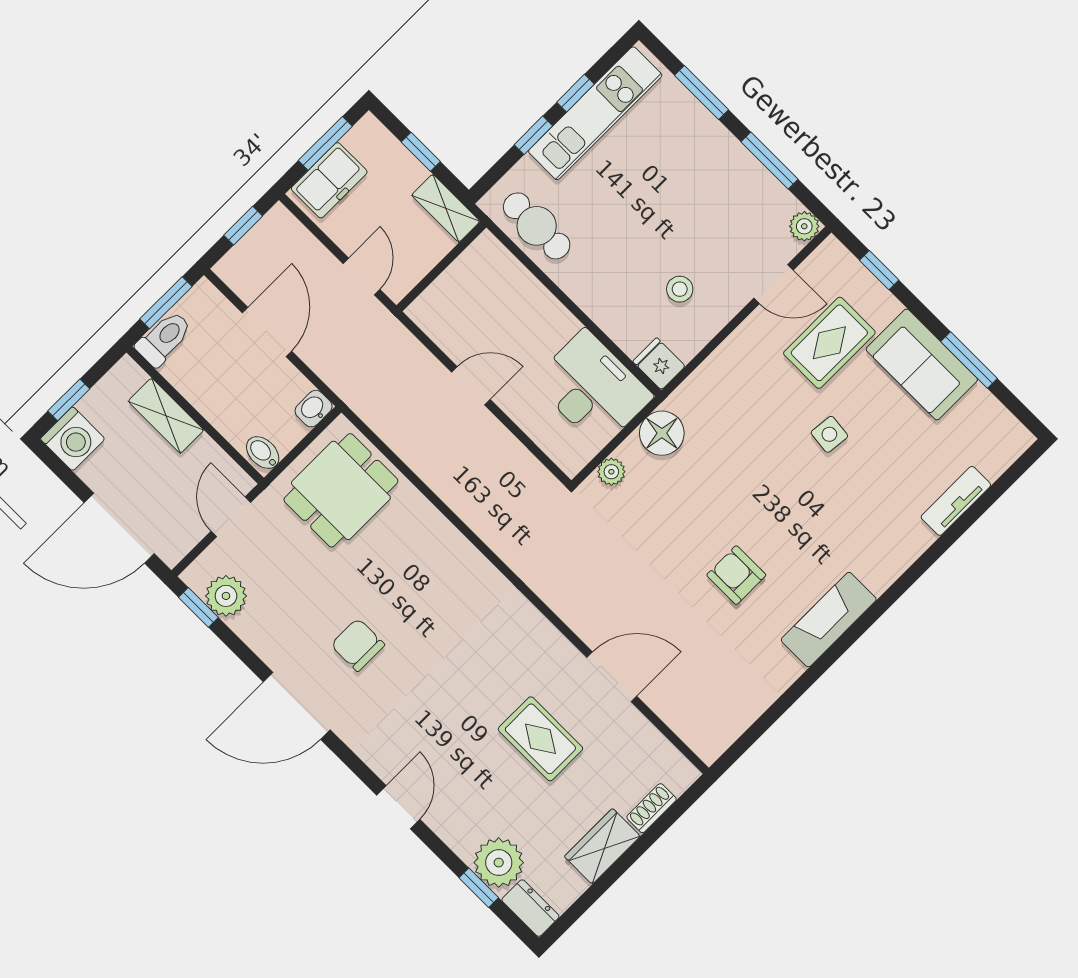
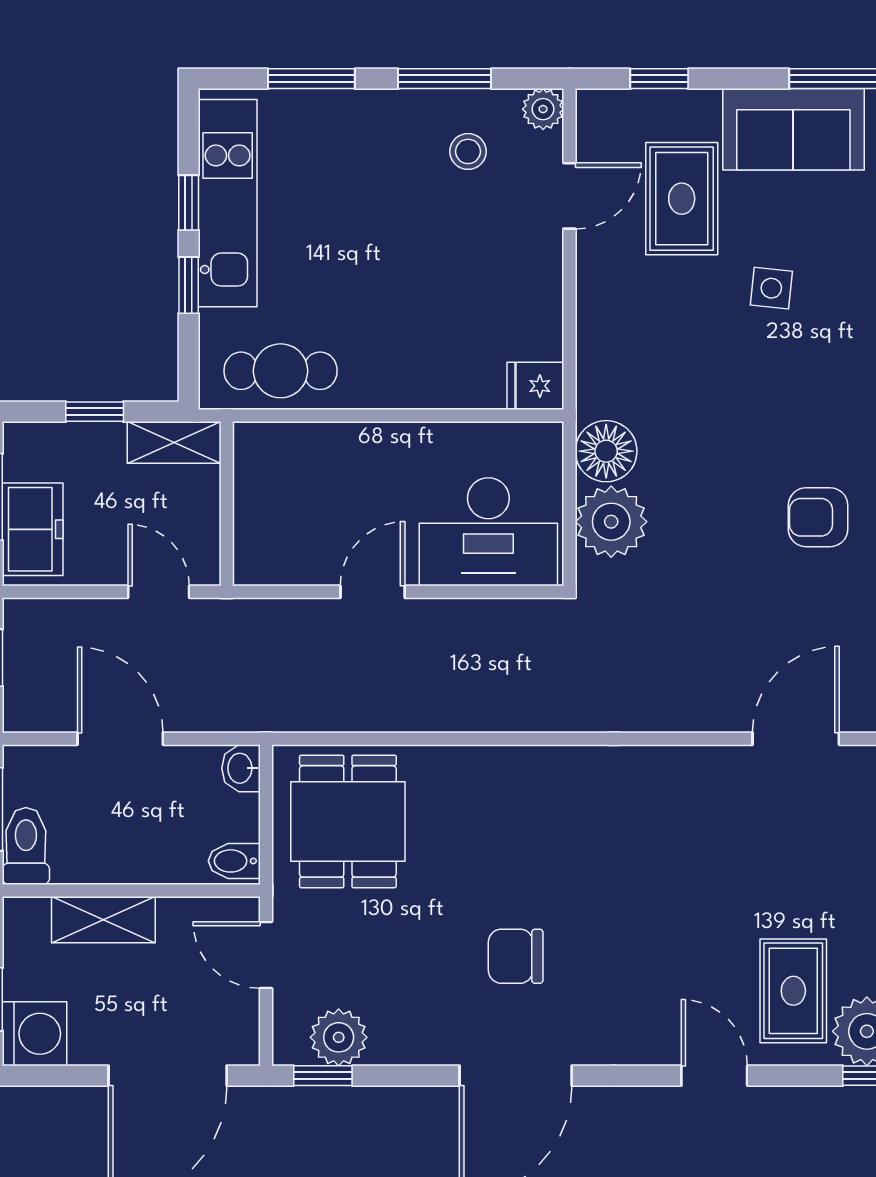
stool: (680, 289) -> (468, 151), moved
desk: (592, 389) -> (488, 532), moved, turned 180
plant: (611, 472) -> (611, 522), width x1.88, depth x1.88
rug: (540, 739) -> (793, 991), moved, turned 90

